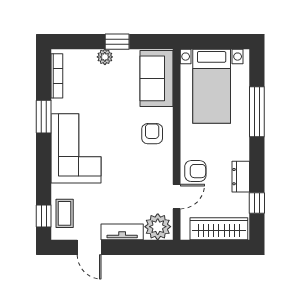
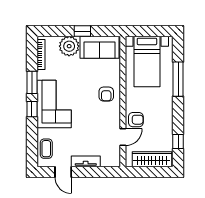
plant: (105, 57) -> (69, 46), width x1.87, depth x1.87
sofa: (156, 78) -> (100, 47), moved, turned -90
armchair: (152, 134) -> (106, 94), turned 180
dresser: (241, 177) -> (167, 123), removed
window: (44, 216) -> (32, 109), moved
plant: (158, 227) -> (110, 158), removed

